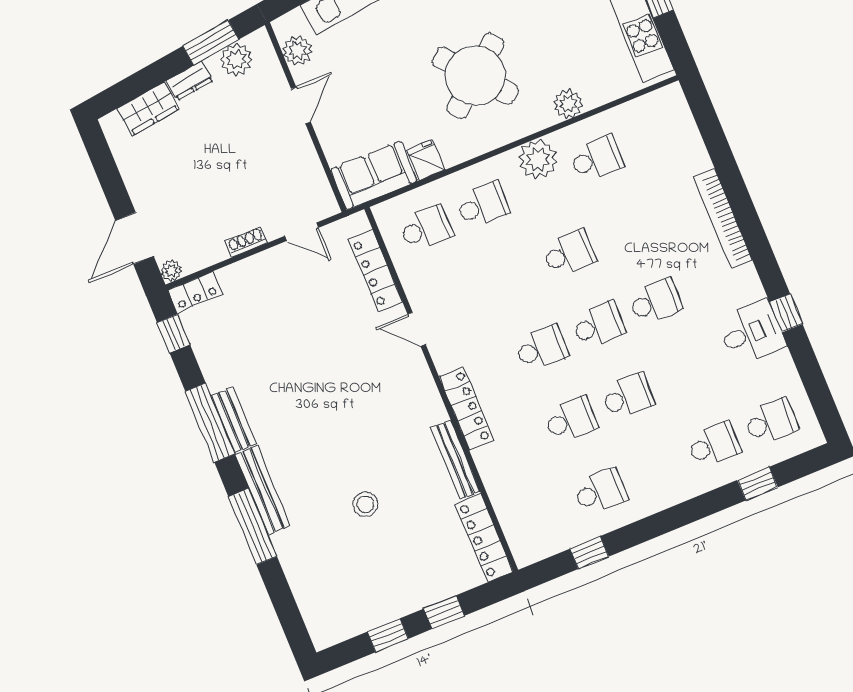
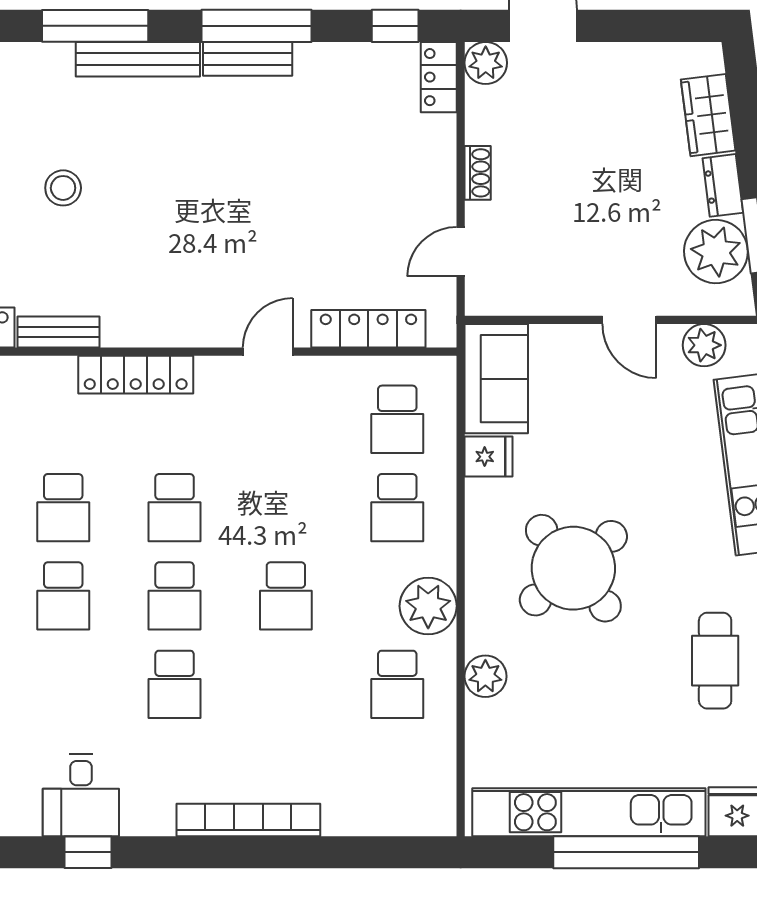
plant: (236, 60) -> (716, 252), width x1.36, depth x1.36
plant: (171, 271) -> (486, 63), width x1.38, depth x1.38
bench: (455, 460) -> (59, 332), width x0.73

